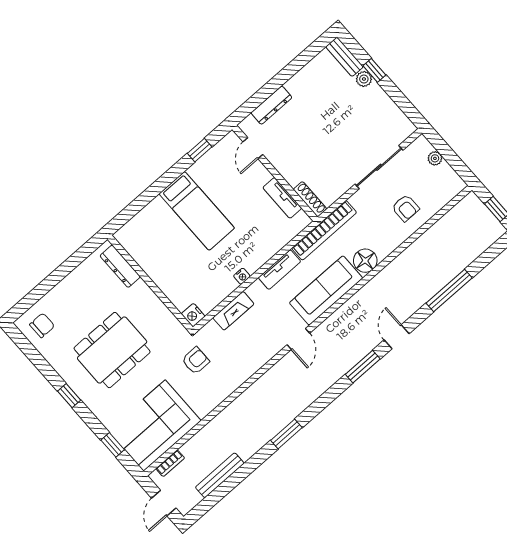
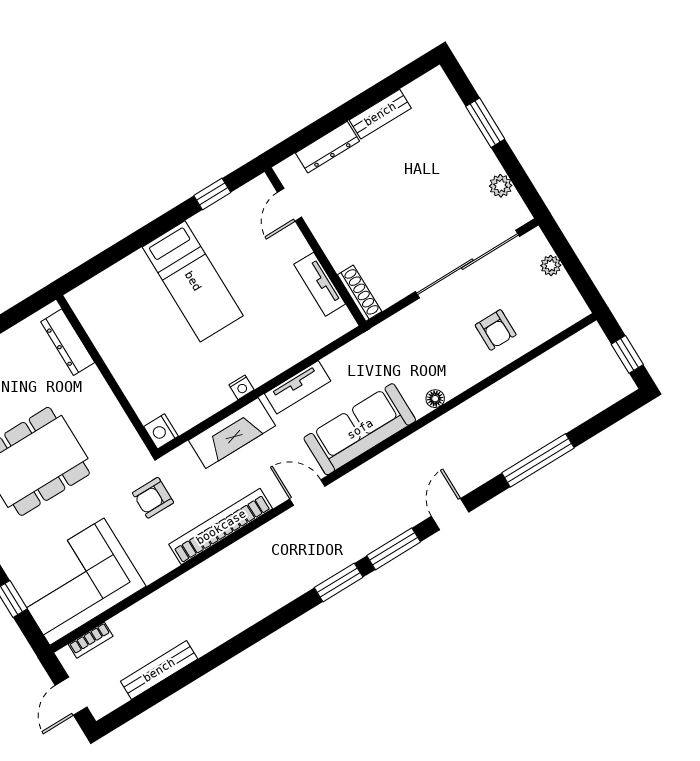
bench: (345, 57) -> (380, 114), moved, turned 90
window: (374, 70) -> (485, 123), width x1.50
plant: (364, 79) -> (501, 186), moved
sliding door: (379, 167) -> (467, 264), width x1.36
bookcase: (324, 230) -> (221, 527), moved, turned 180
floor lamp: (365, 261) -> (435, 399), width x0.53, depth x0.53
fireplace: (233, 311) -> (232, 433), width x1.37, depth x1.32
door: (298, 339) -> (307, 493), swing flipped
armchair: (196, 361) -> (153, 498), turned 180
window: (286, 434) -> (339, 582), moved

